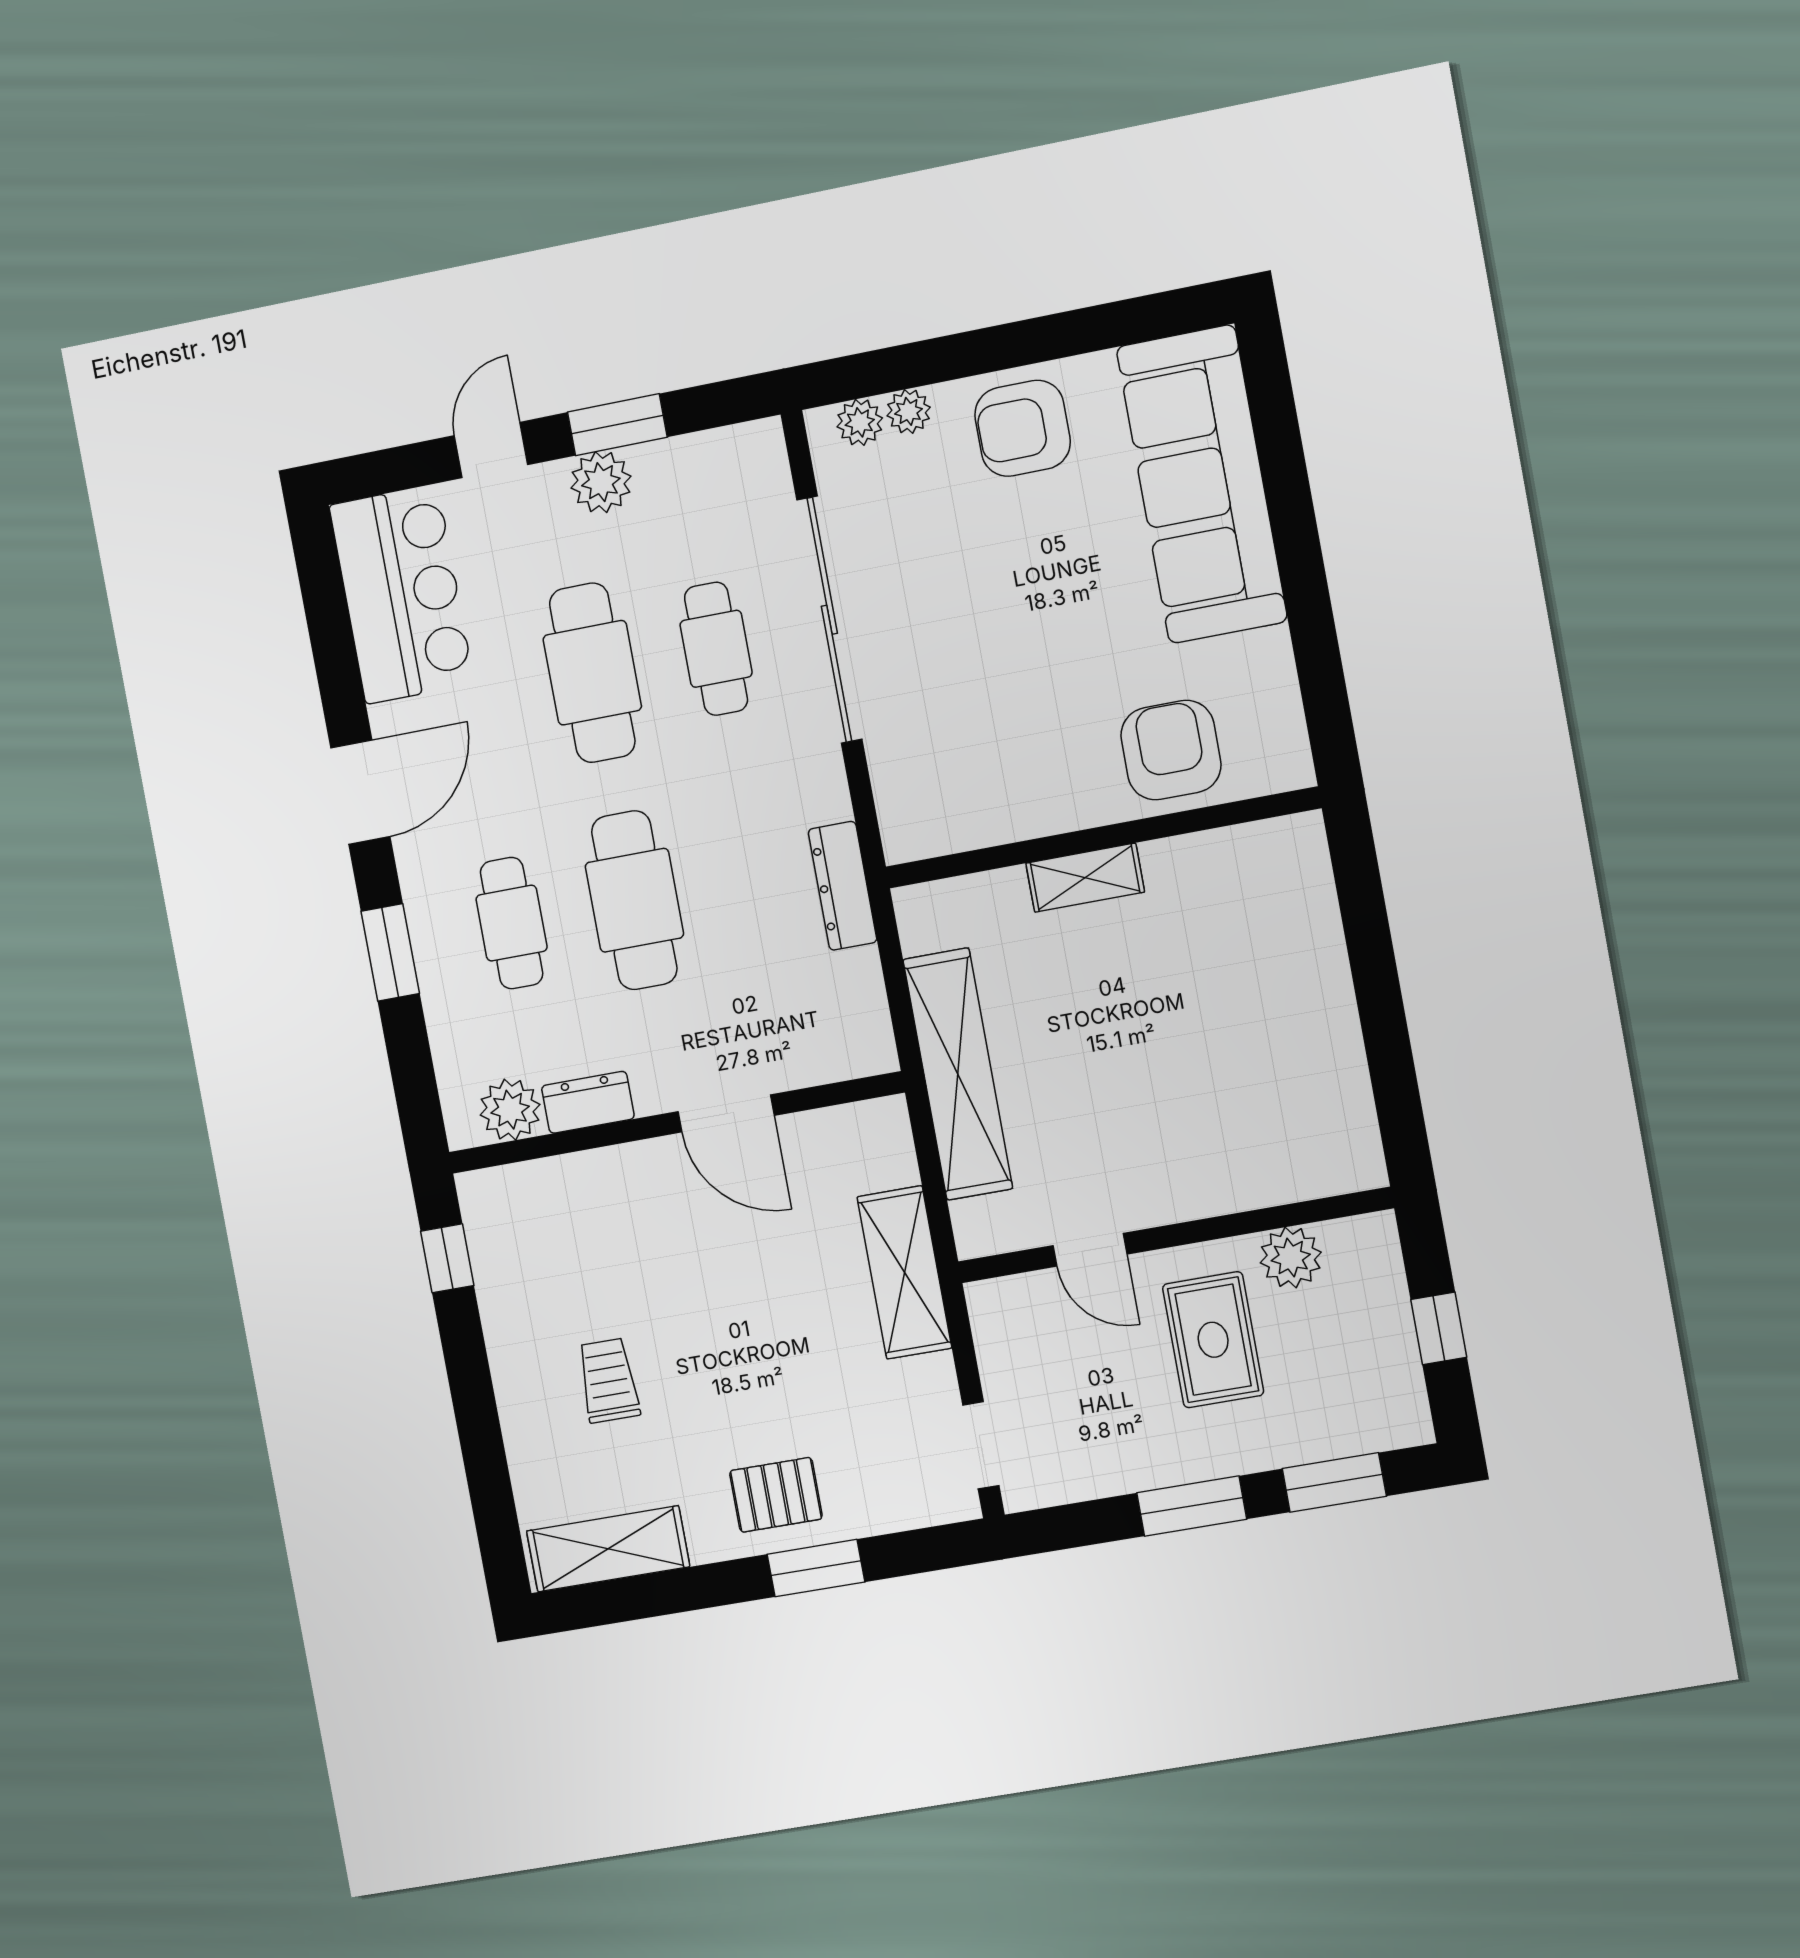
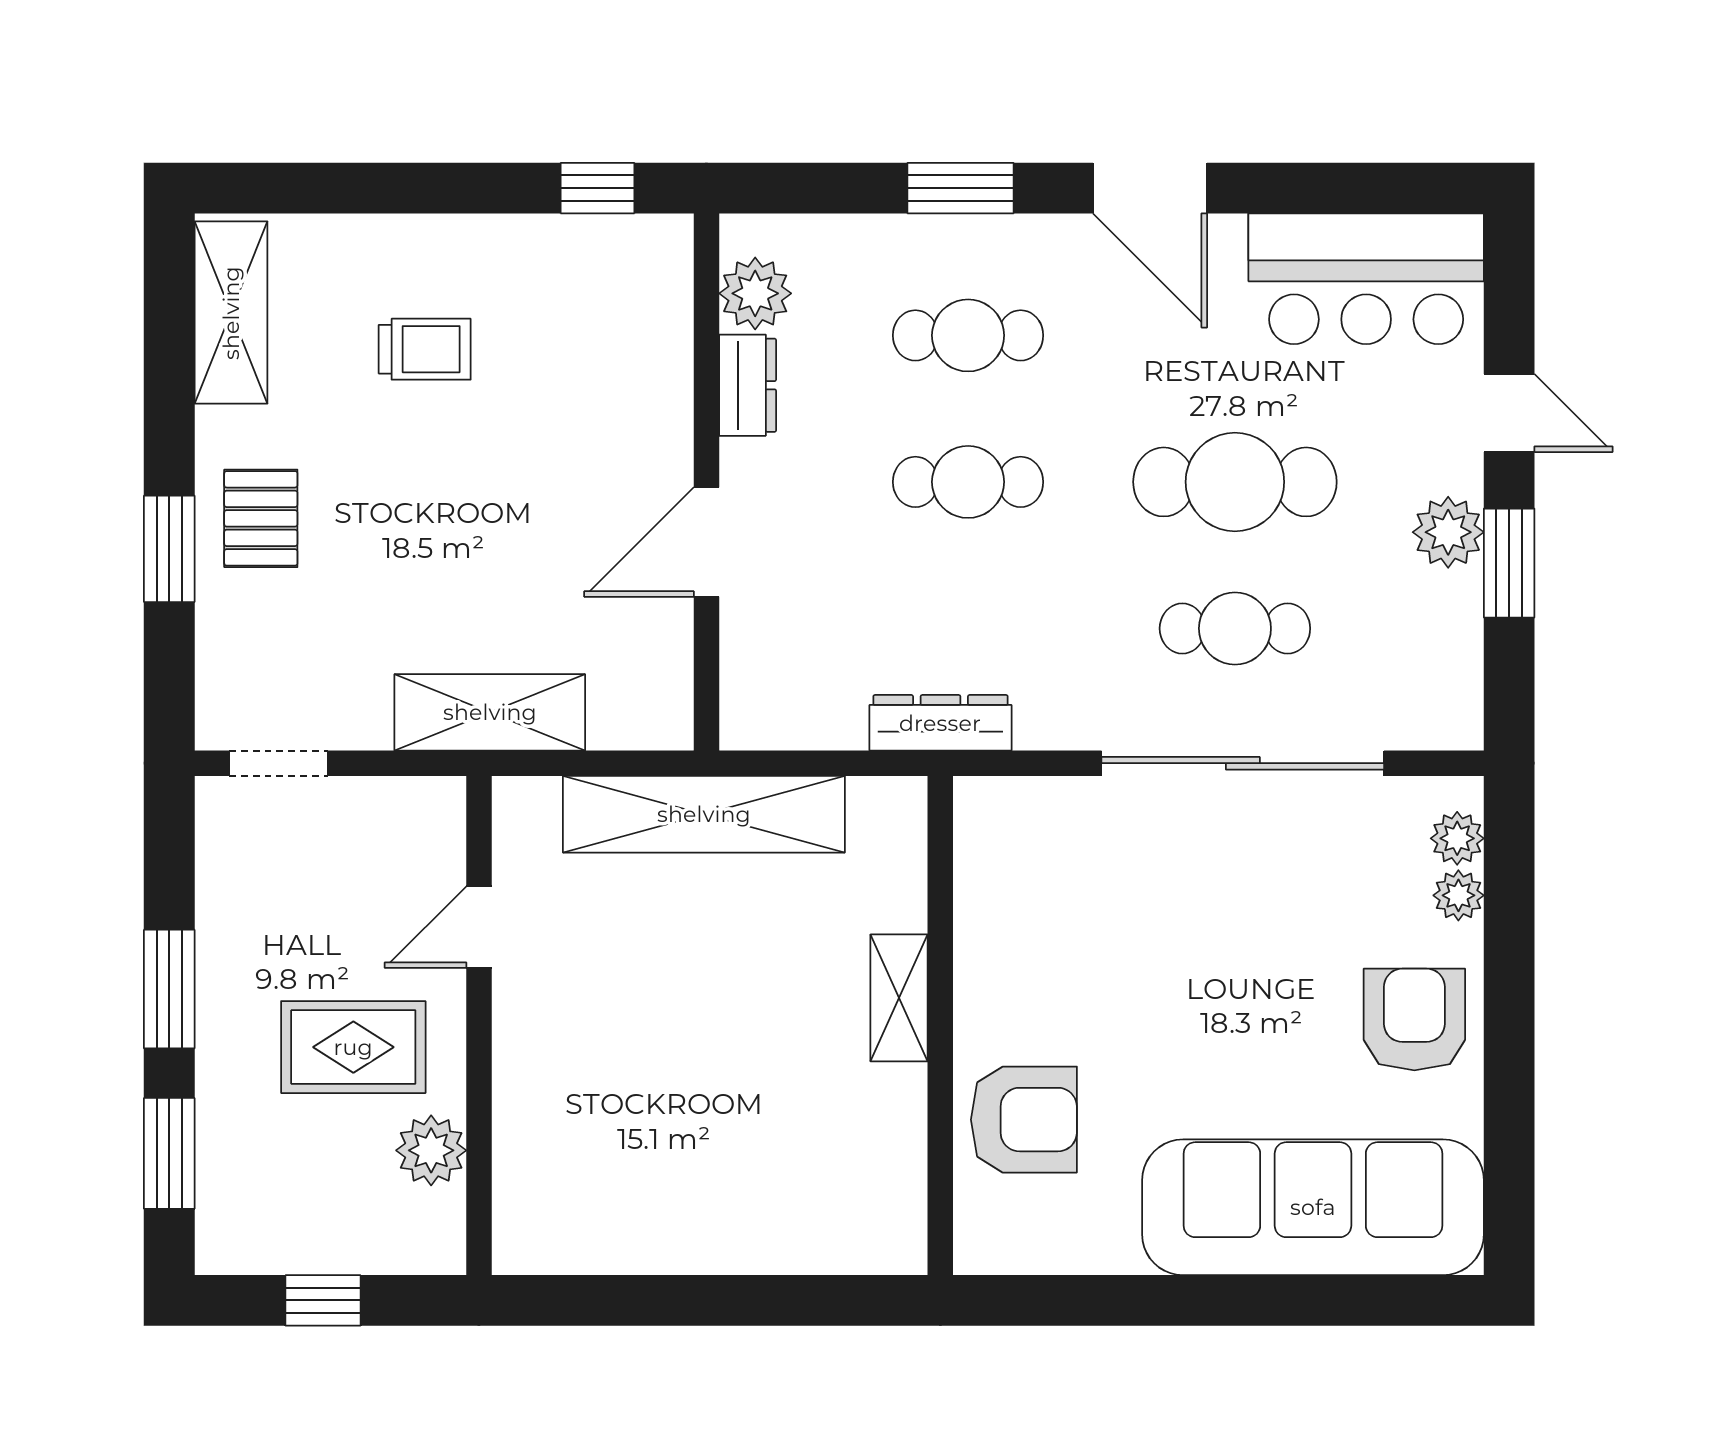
cafe table: (634, 900) -> (968, 482), width x0.73, depth x0.74

